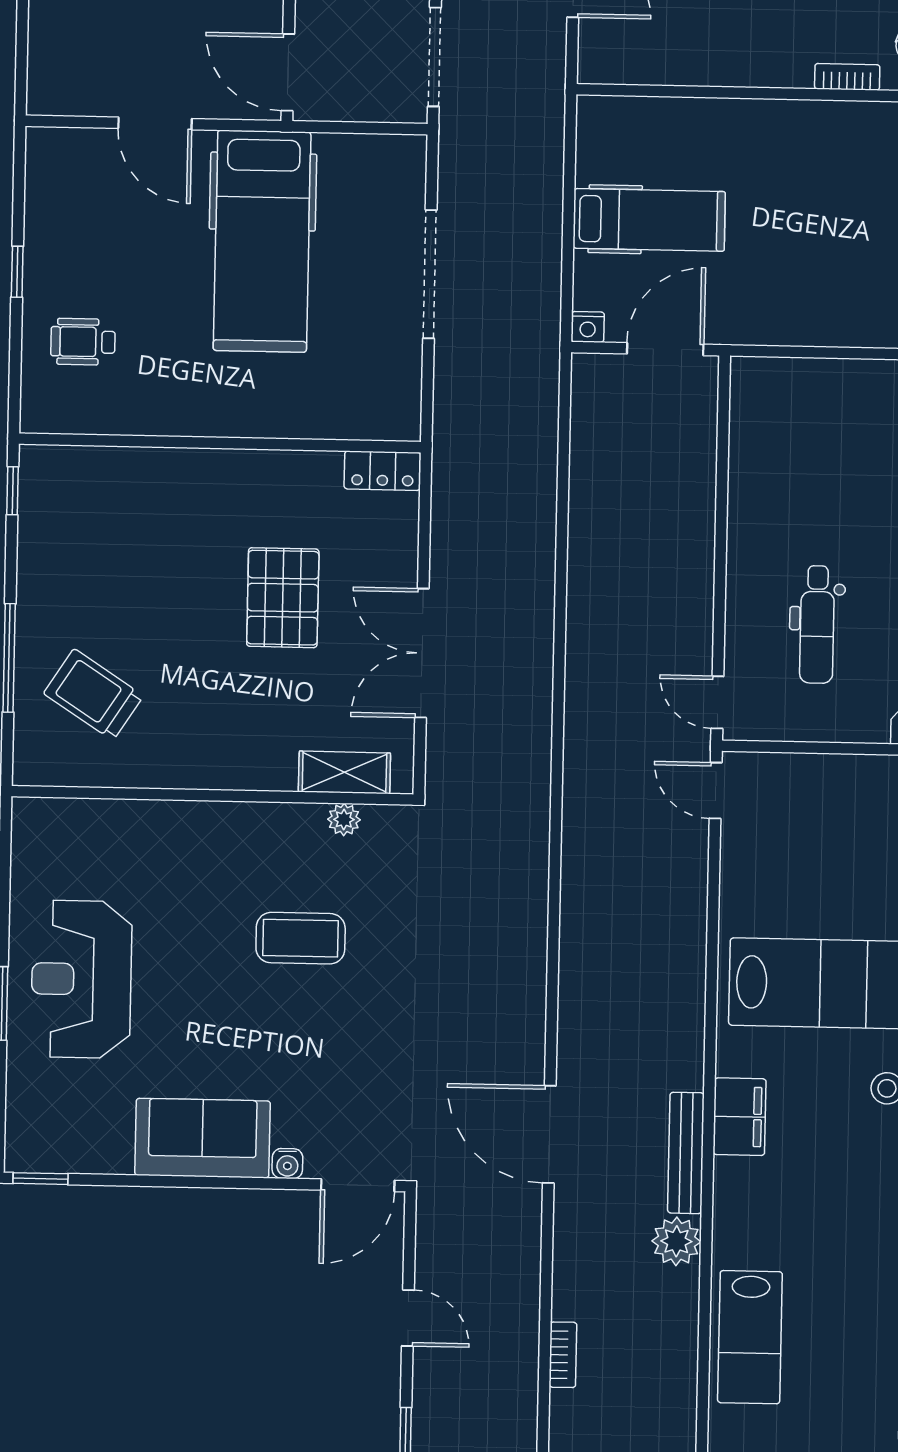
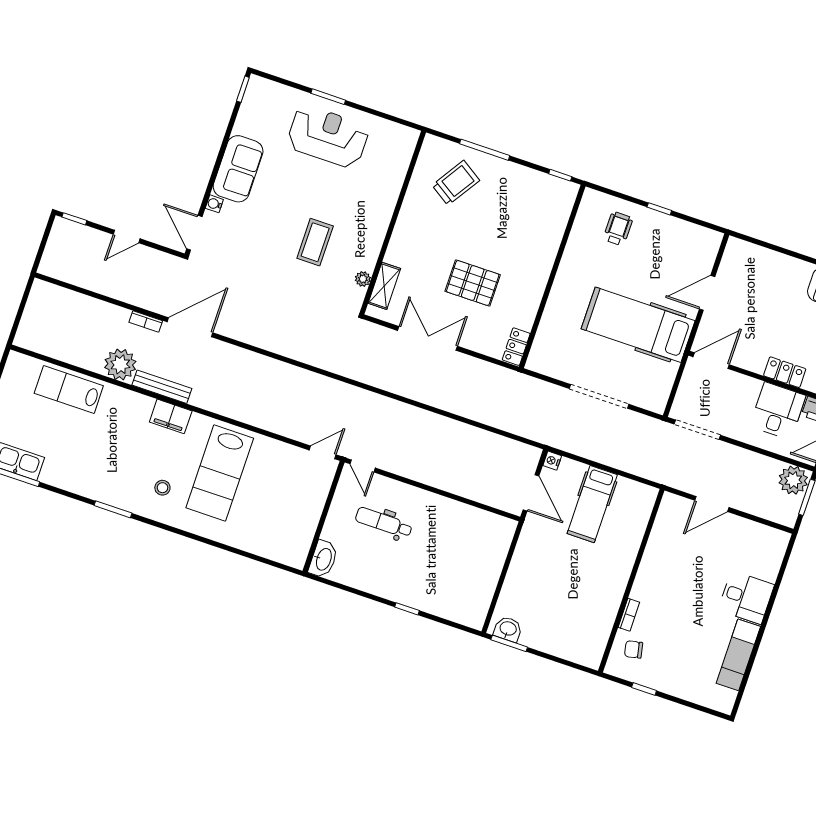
door: (717, 702) -> (363, 466), swing flipped
plant: (676, 1241) -> (120, 364), width x1.36, depth x1.36
bookcase: (563, 1355) -> (146, 322), moved

